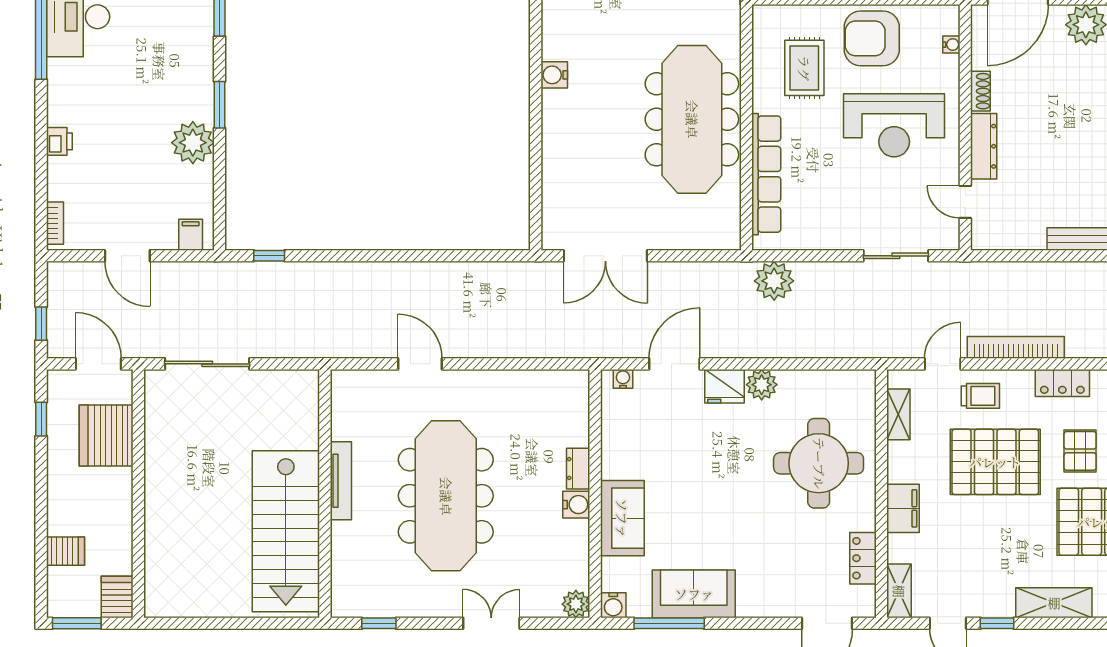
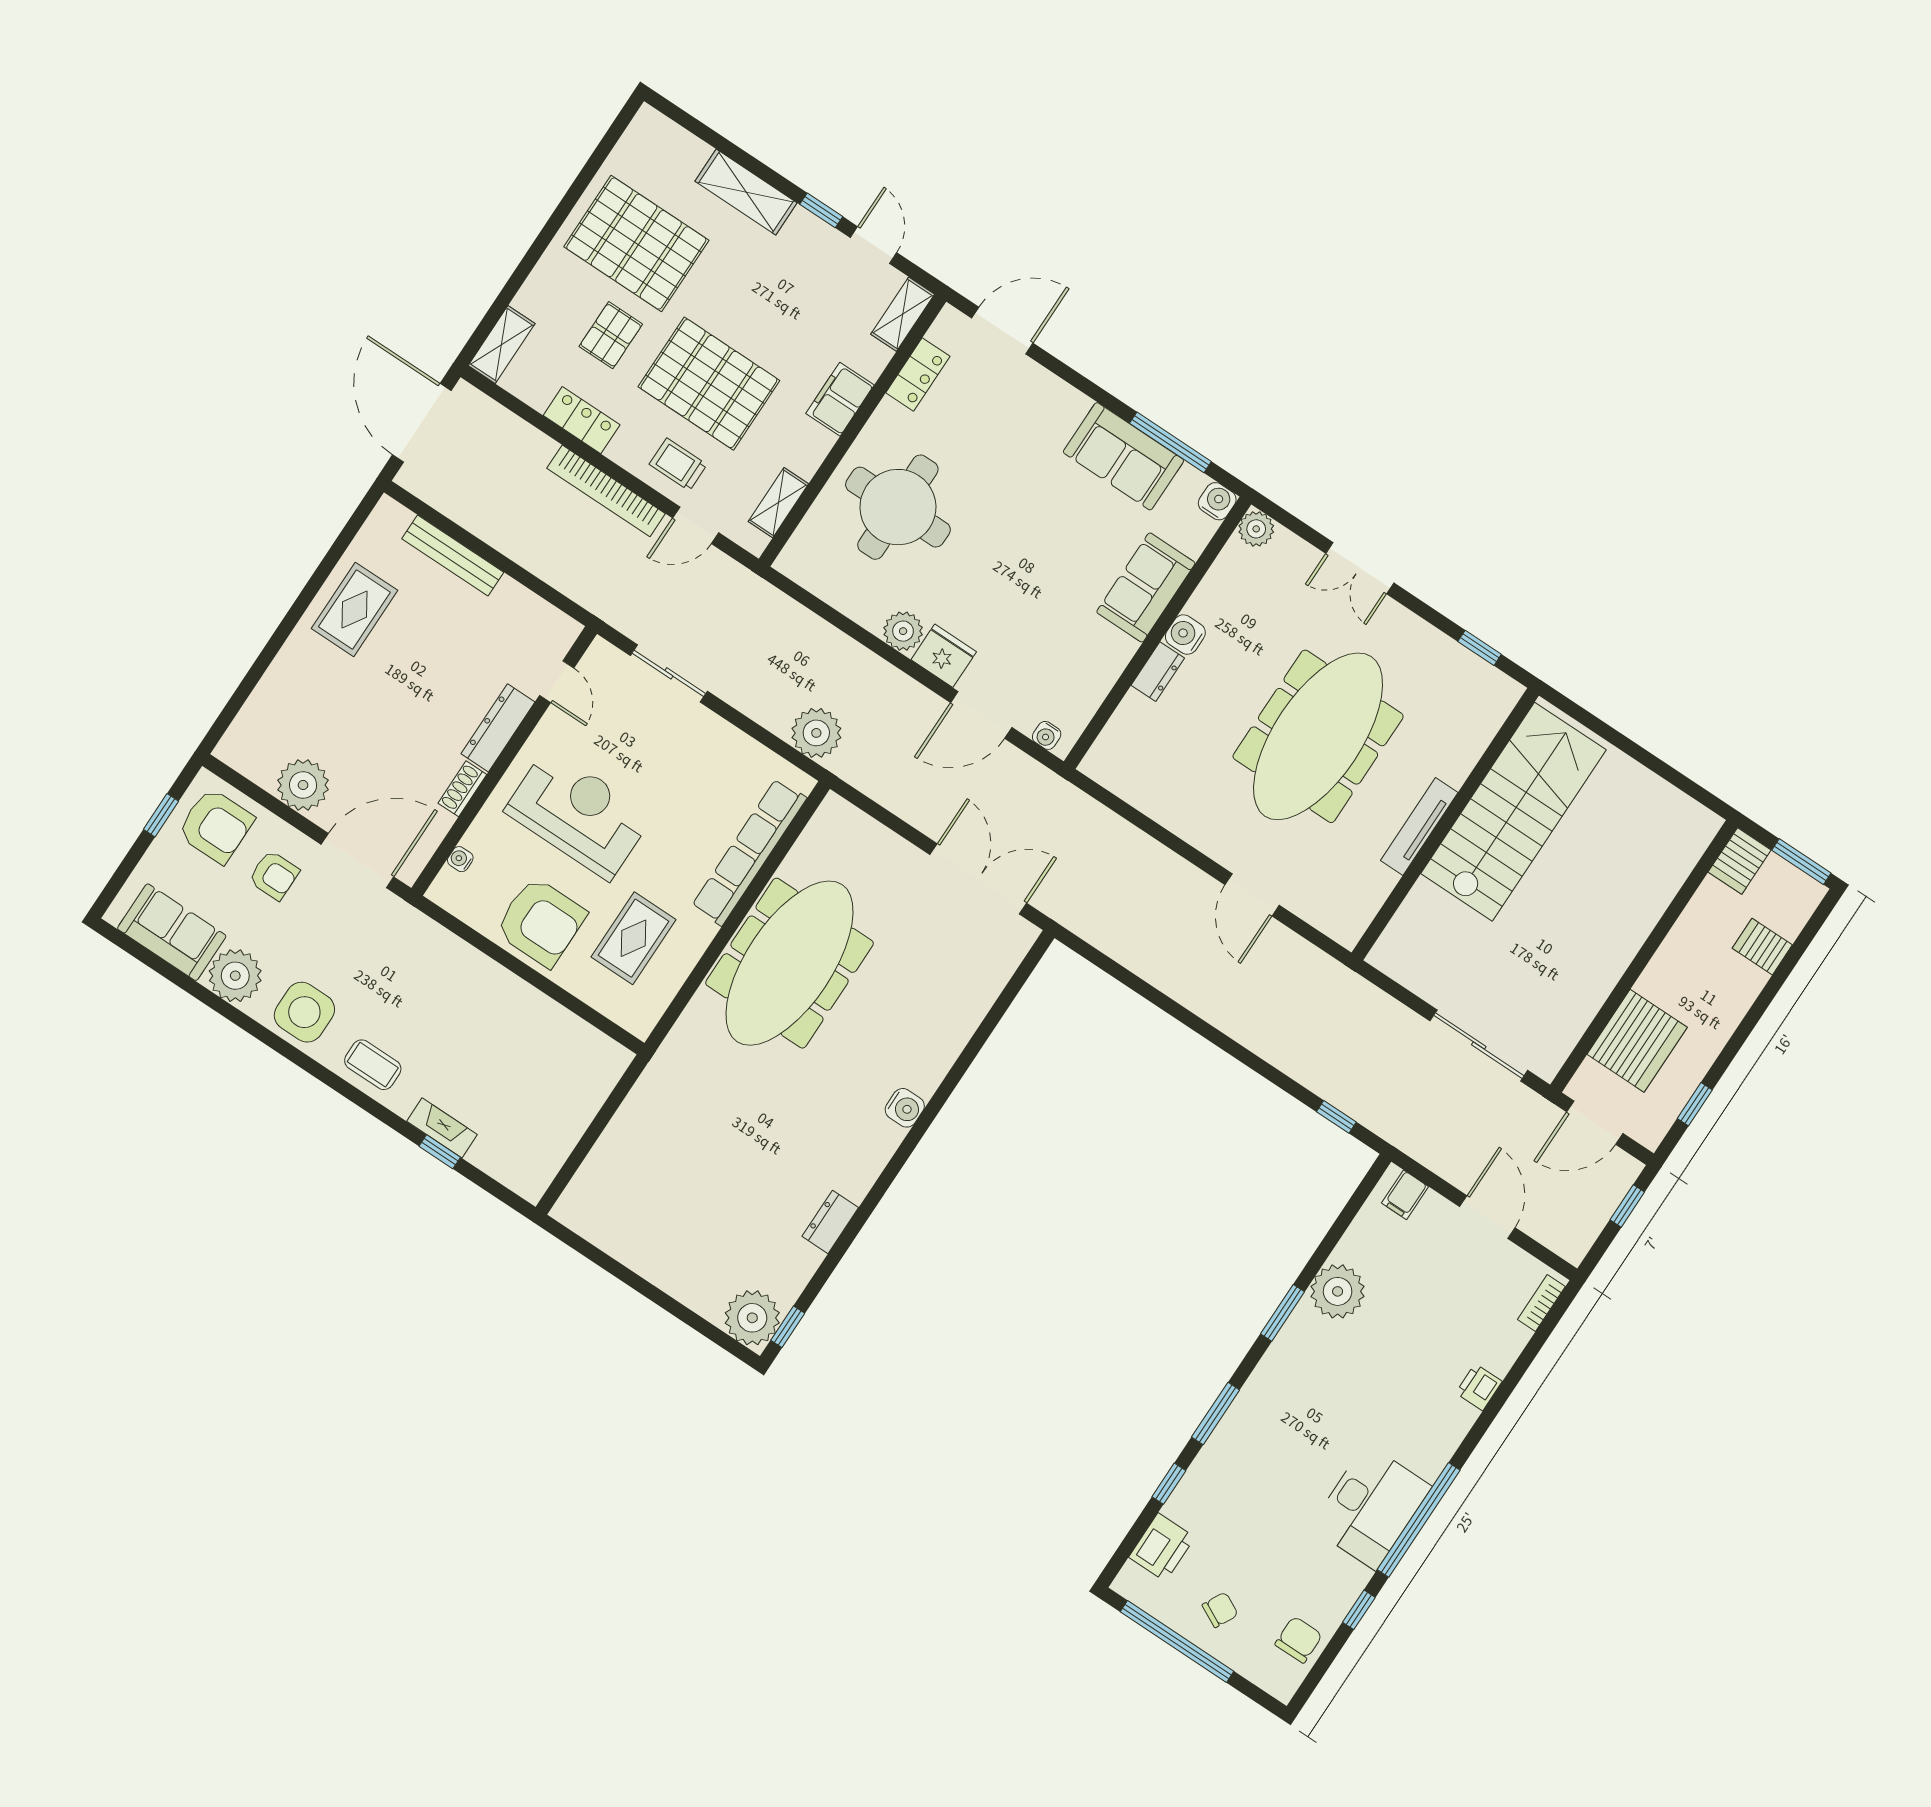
door: (98, 364) -> (1595, 1123), hinge flipped

